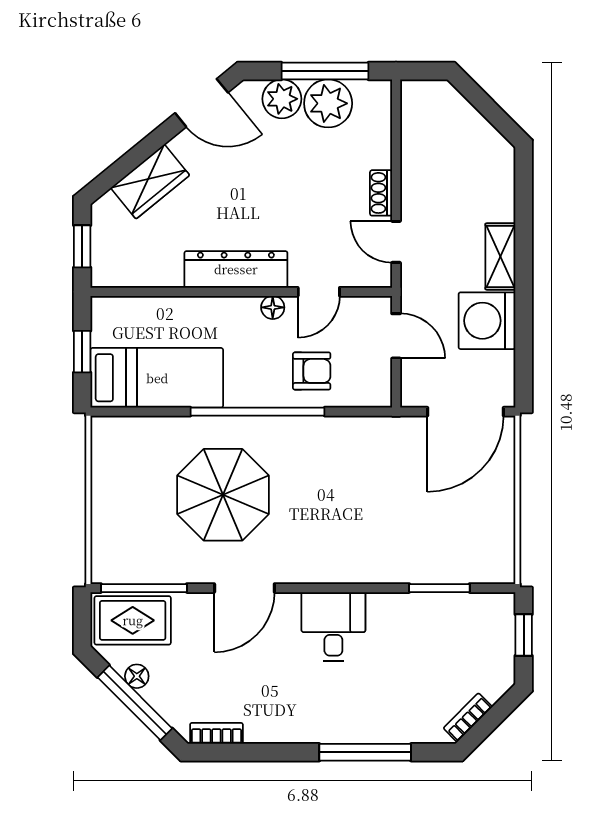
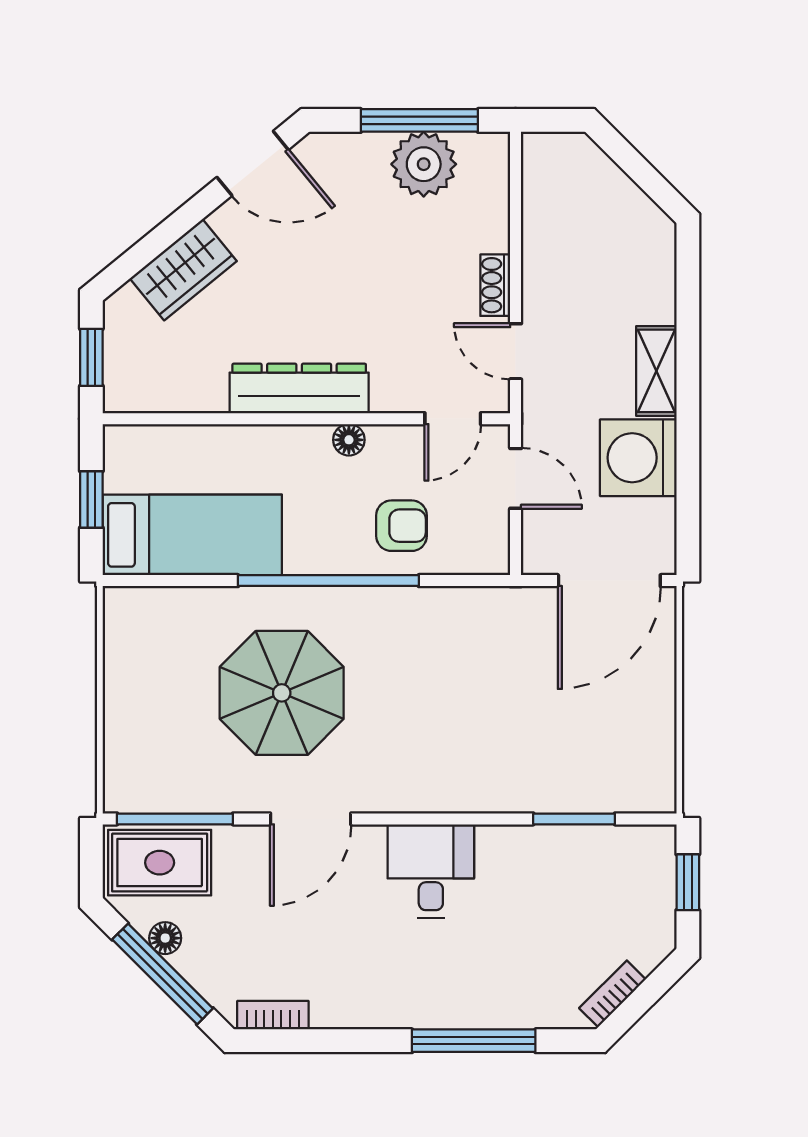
plant: (282, 99) -> (361, 158), removed
door: (319, 292) -> (453, 419), moved

